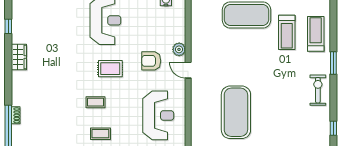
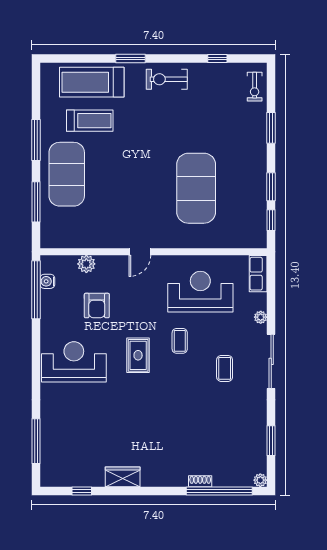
treadmill: (316, 34) -> (92, 82), width x1.37, depth x1.38
plant: (179, 49) -> (86, 264), moved
armchair: (151, 61) -> (97, 306), moved
coffee table: (96, 102) -> (180, 341), moved
exercise mat: (236, 112) -> (196, 188), turned 90

